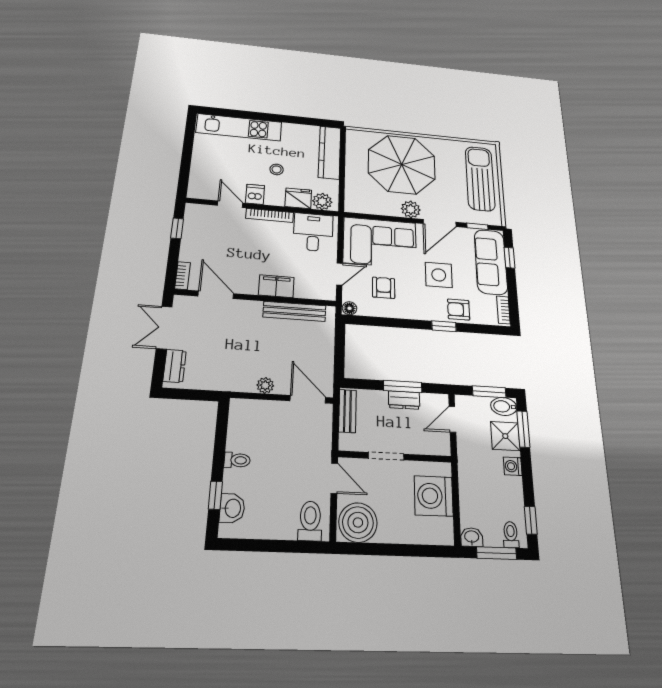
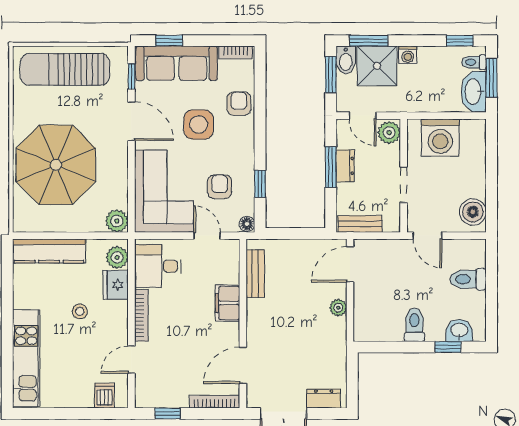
dishwasher: (255, 194) -> (104, 396), moved, turned 90
plant: (411, 209) -> (117, 221), moved
bookcase: (182, 276) -> (215, 402), width x1.56
armchair: (384, 288) -> (220, 187), turned 90
armchair: (459, 309) -> (239, 104), turned 180
bench: (294, 311) -> (255, 274), width x0.73
window: (444, 326) -> (260, 184), moved
shower: (505, 436) -> (377, 66), width x1.36, depth x1.36
plant: (437, 444) -> (389, 133), added
toilet: (237, 460) -> (414, 325), width x1.37, depth x1.39
door: (334, 478) -> (427, 236), swing flipped
toilet: (310, 521) -> (468, 279), moved
boiler: (358, 522) -> (473, 212), width x0.73, depth x0.73
washbasin: (472, 537) -> (474, 92), width x1.91, depth x1.45

